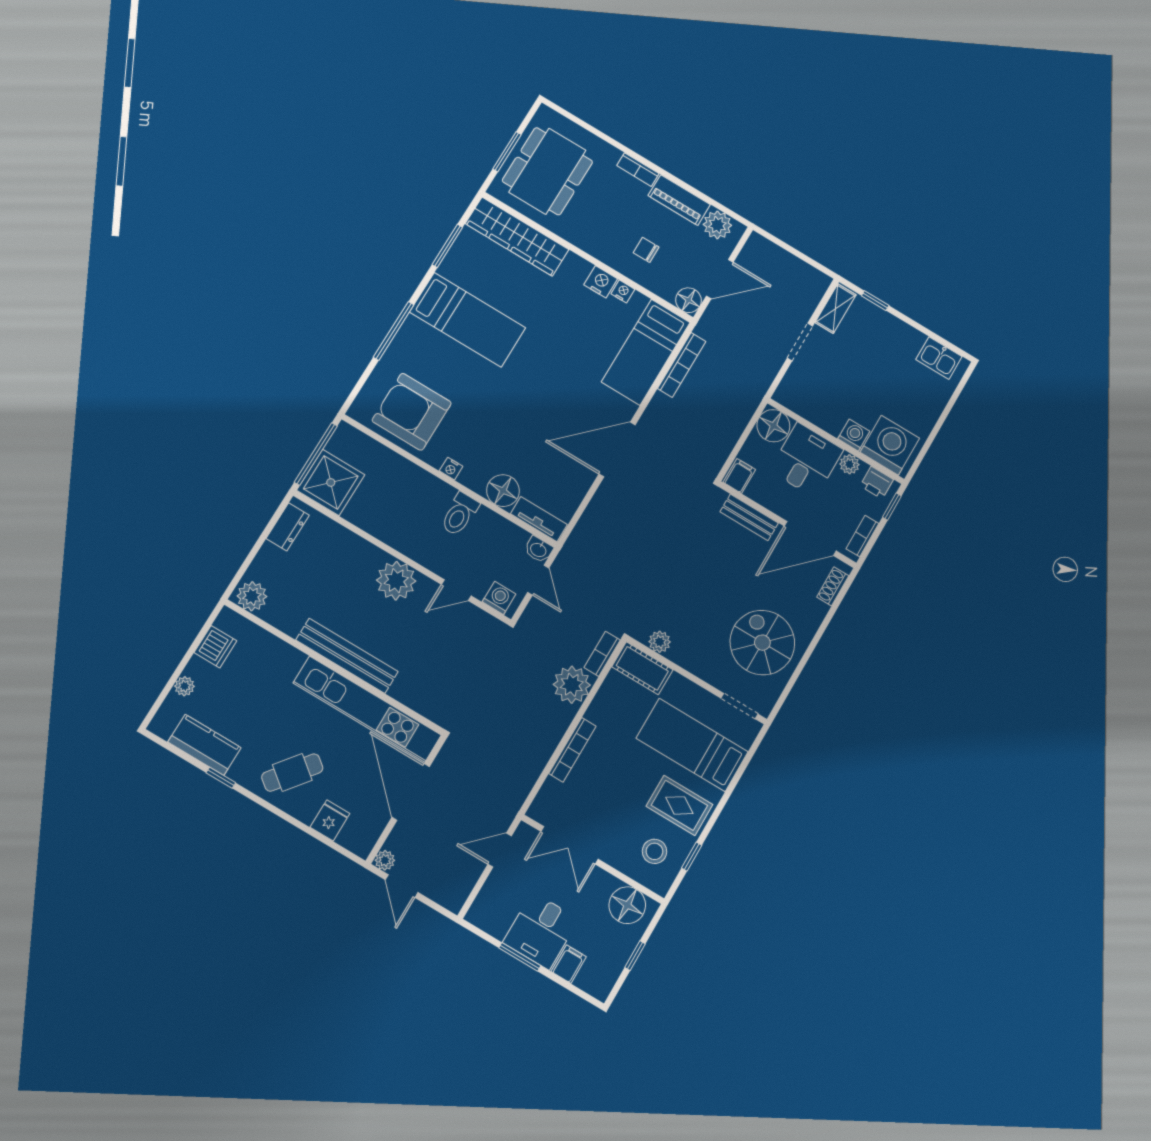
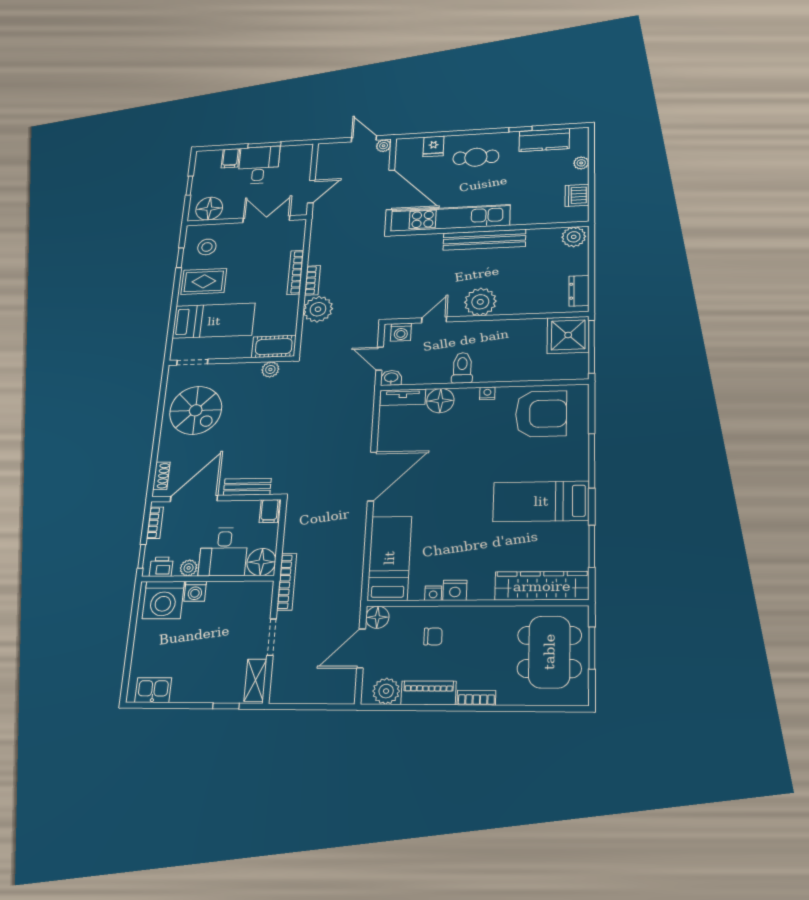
bookcase: (682, 365) -> (287, 582), moved, turned 180
bookcase: (602, 654) -> (312, 280), moved
cafe table: (292, 773) -> (476, 157), turned 52

